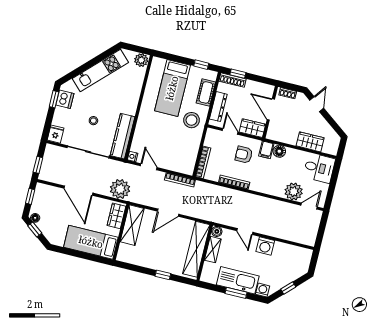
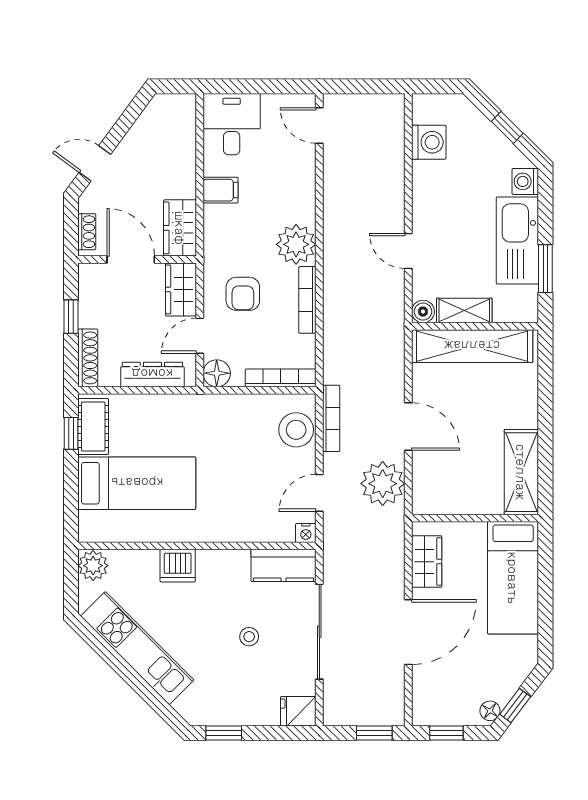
window: (238, 74) -> (71, 317), moved
cot: (206, 92) -> (93, 426), moved, turned 90
dishwasher: (65, 99) -> (178, 566), moved, turned 180
door: (271, 109) -> (131, 260), swing flipped
stool: (191, 120) -> (296, 430), moved
kitchen counter: (123, 136) -> (284, 565), width x0.67
wardrobe: (310, 142) -> (180, 228), moved
filing cabinet: (266, 150) -> (220, 190), moved
floor lamp: (279, 151) -> (217, 373), moved
plant: (120, 189) -> (383, 484), moved
plant: (294, 192) -> (296, 244), moved
wardrobe: (116, 216) -> (427, 562), moved, turned -90
shelving: (132, 225) -> (521, 472), moved, turned 90
door: (245, 232) -> (408, 251), swing flipped
washing machine: (265, 246) -> (429, 142), moved
window: (163, 275) -> (545, 405), removed
window: (236, 293) -> (545, 269), moved

